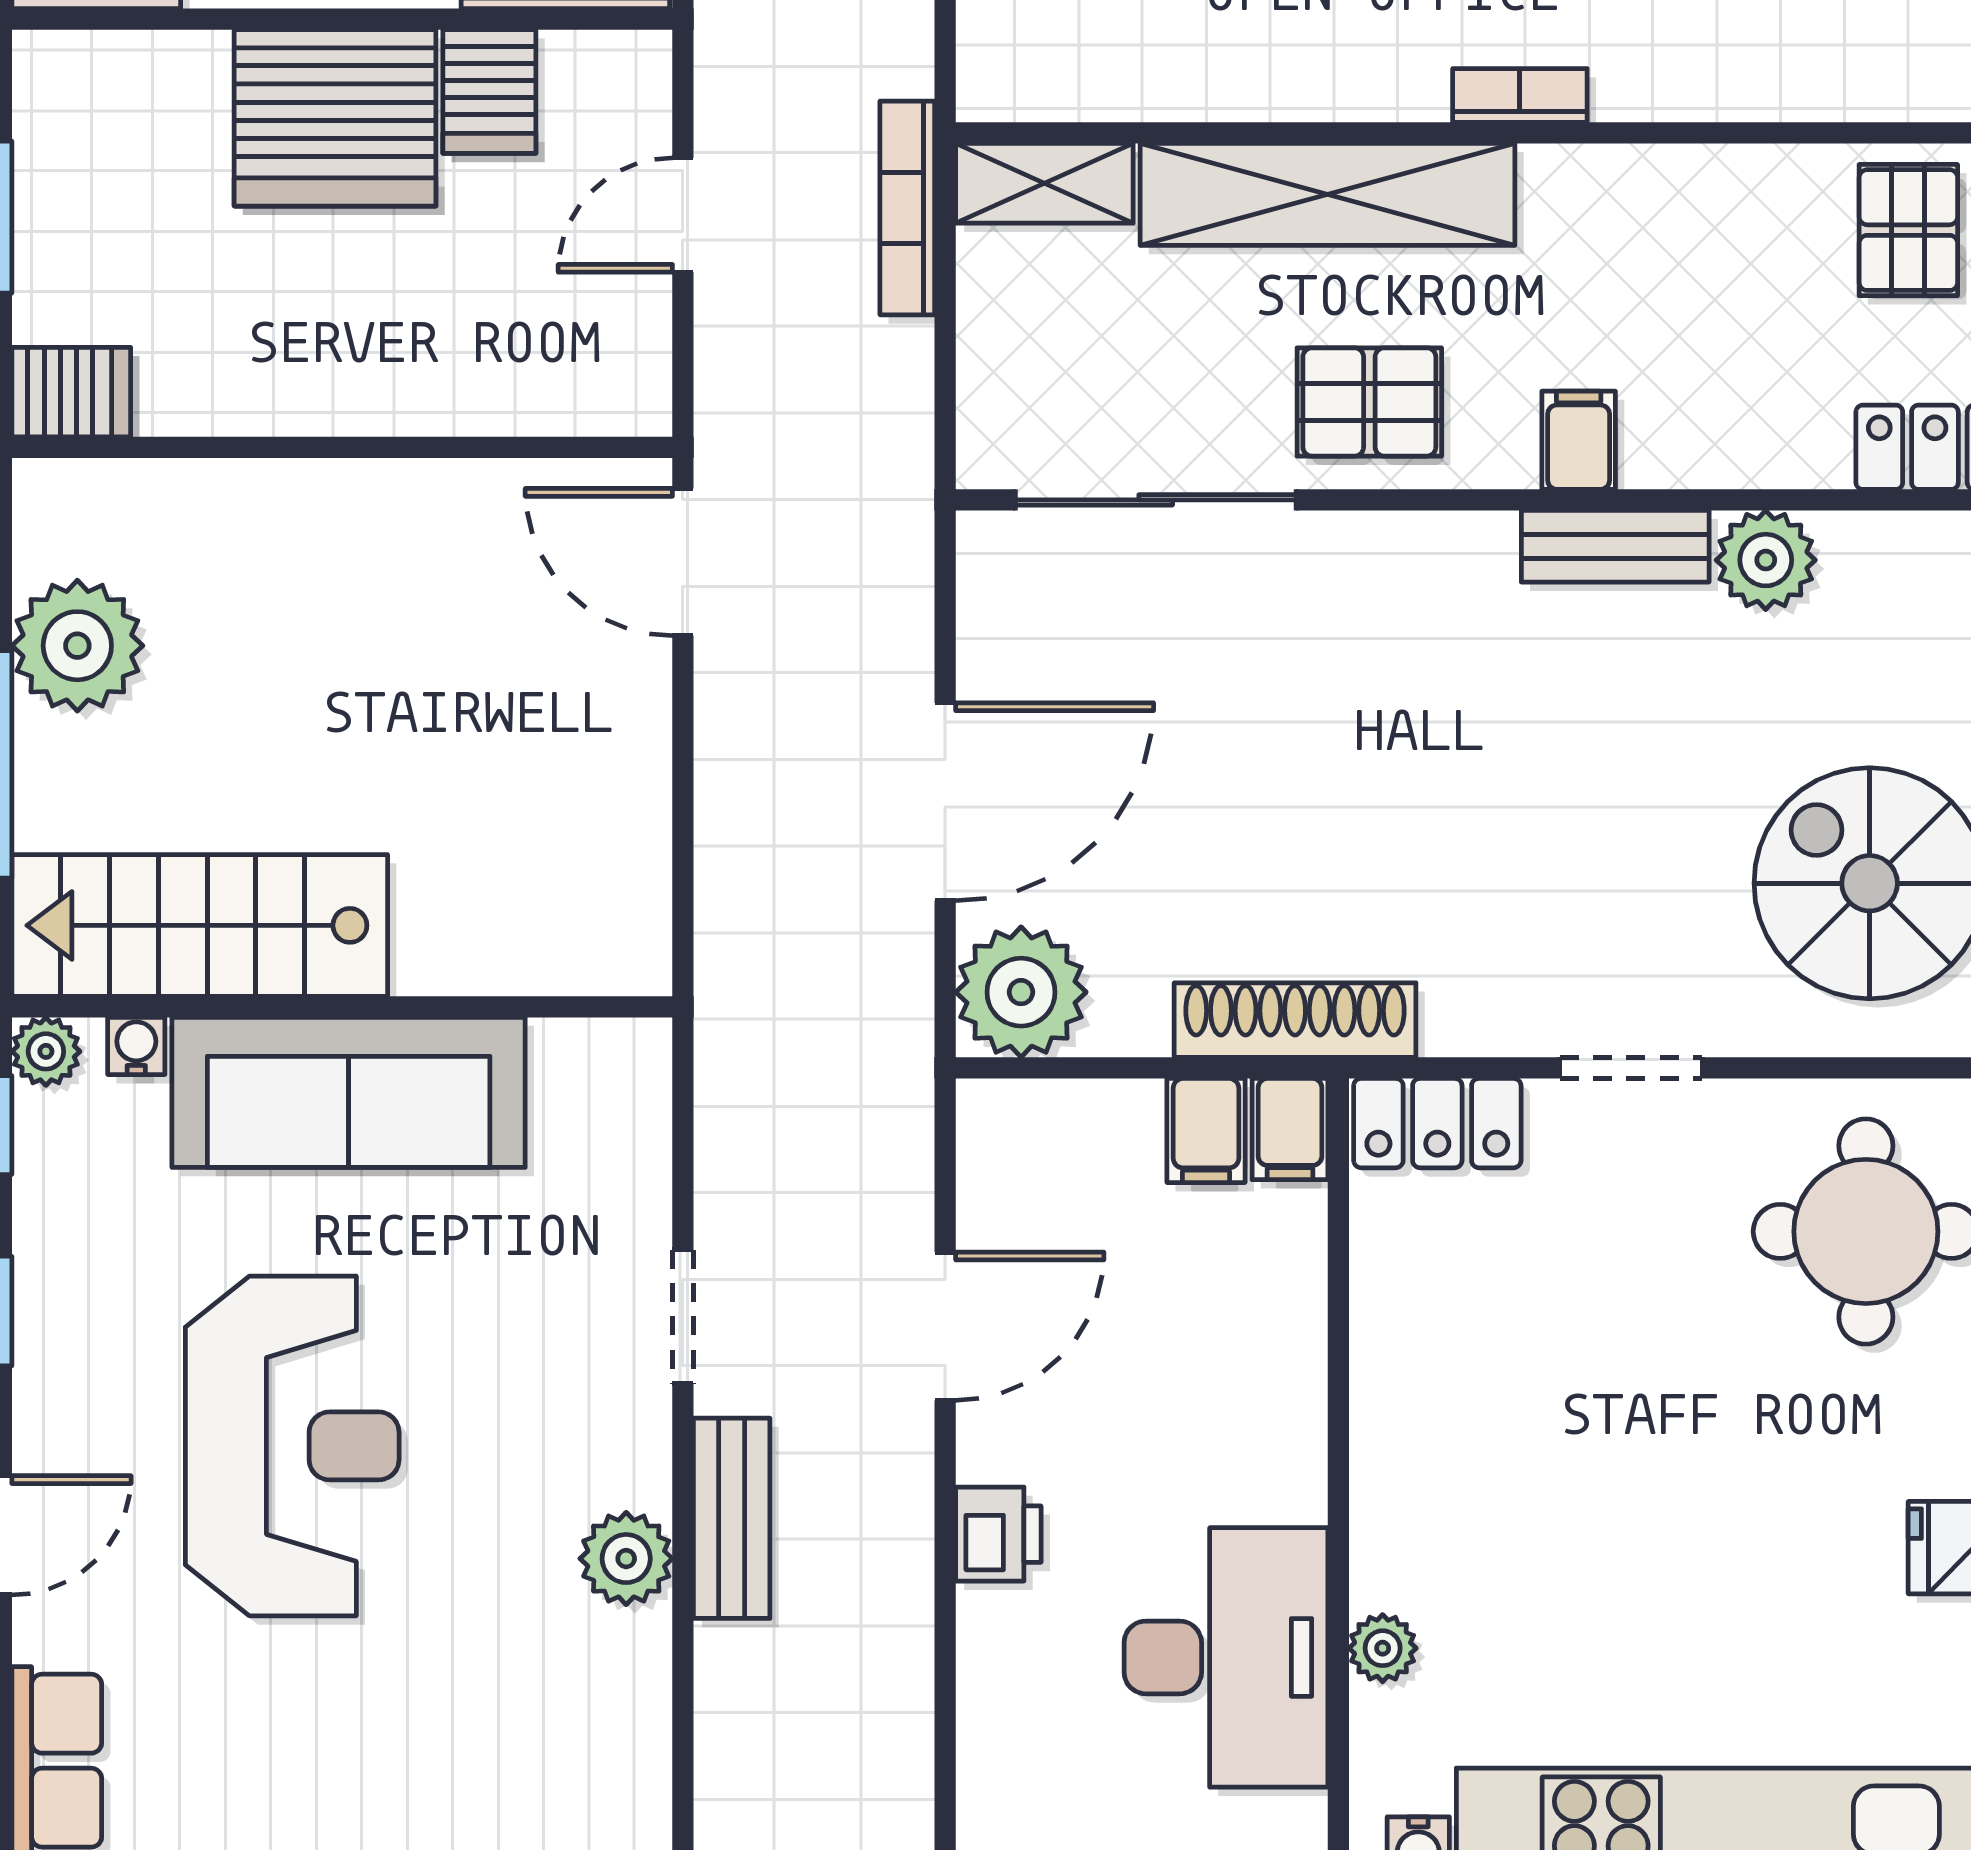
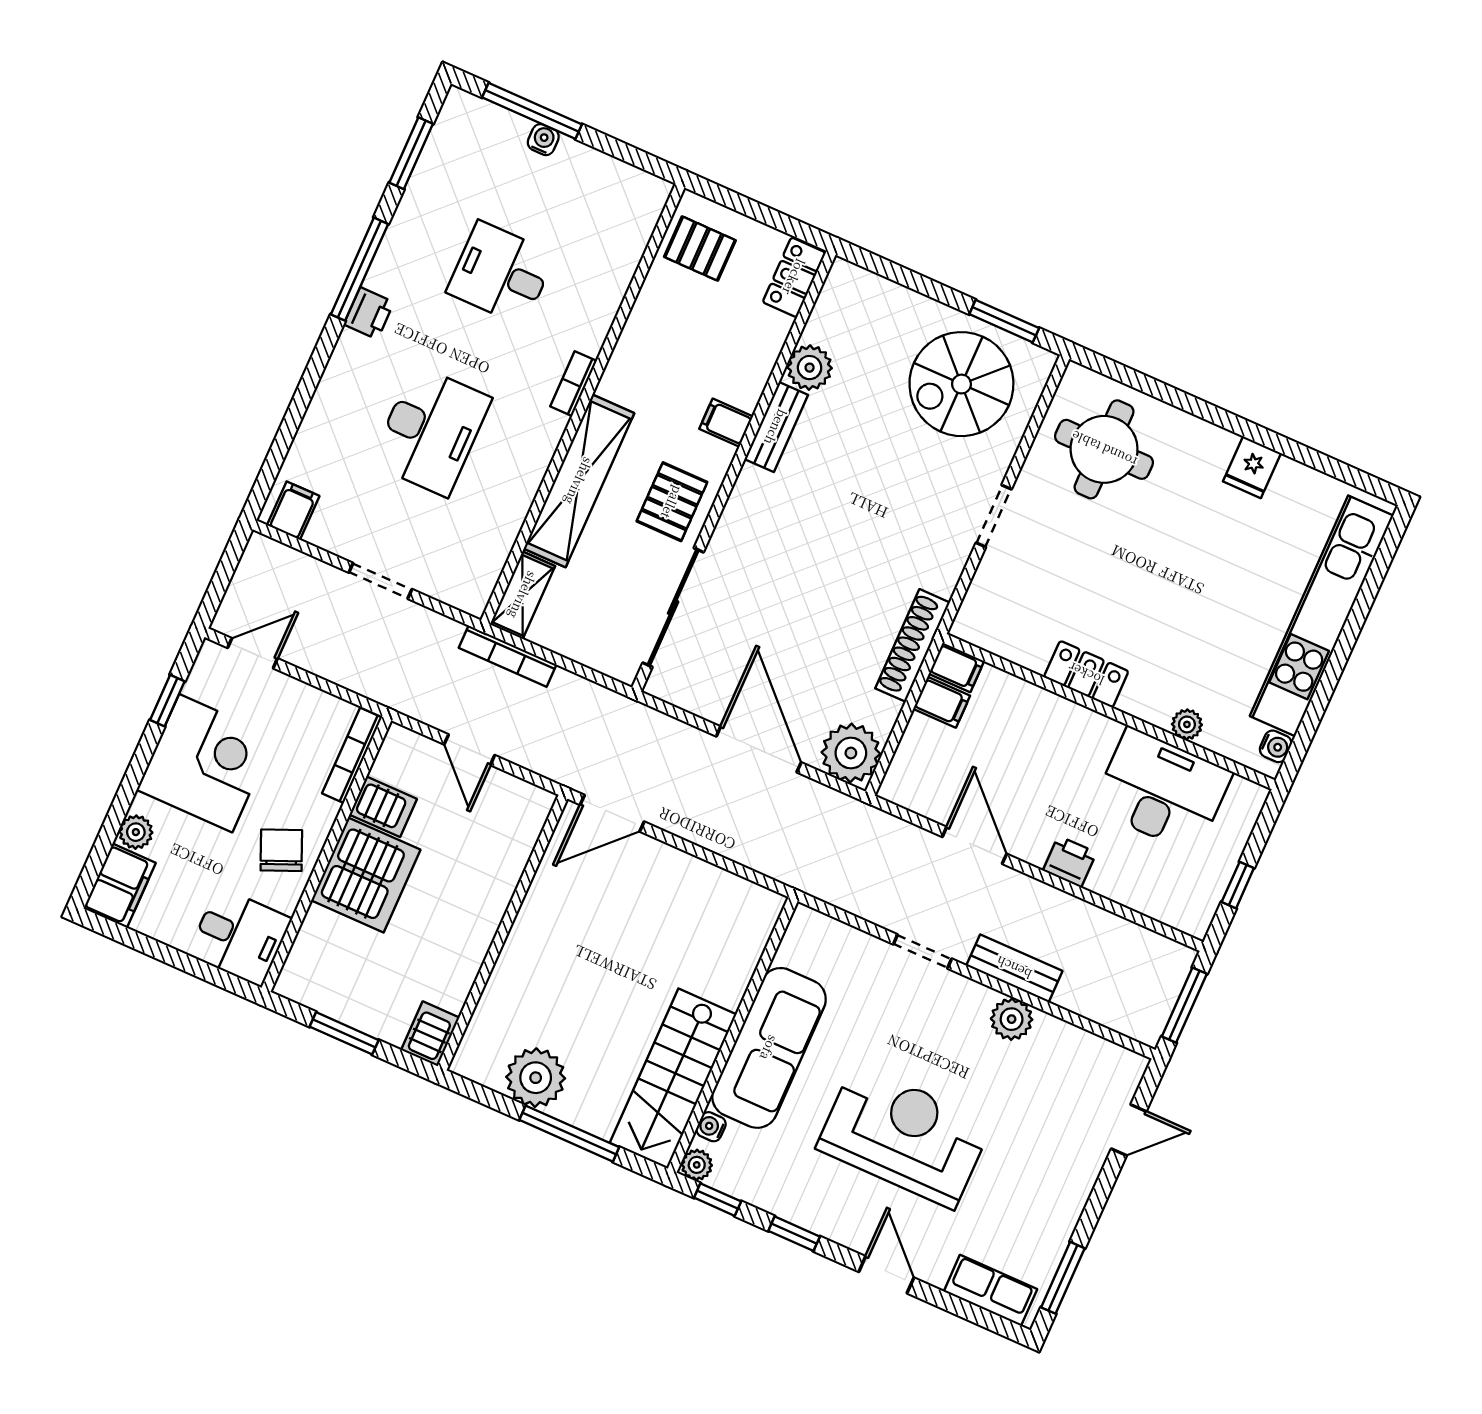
locker: (1437, 1123) -> (1086, 674), moved, turned -90

